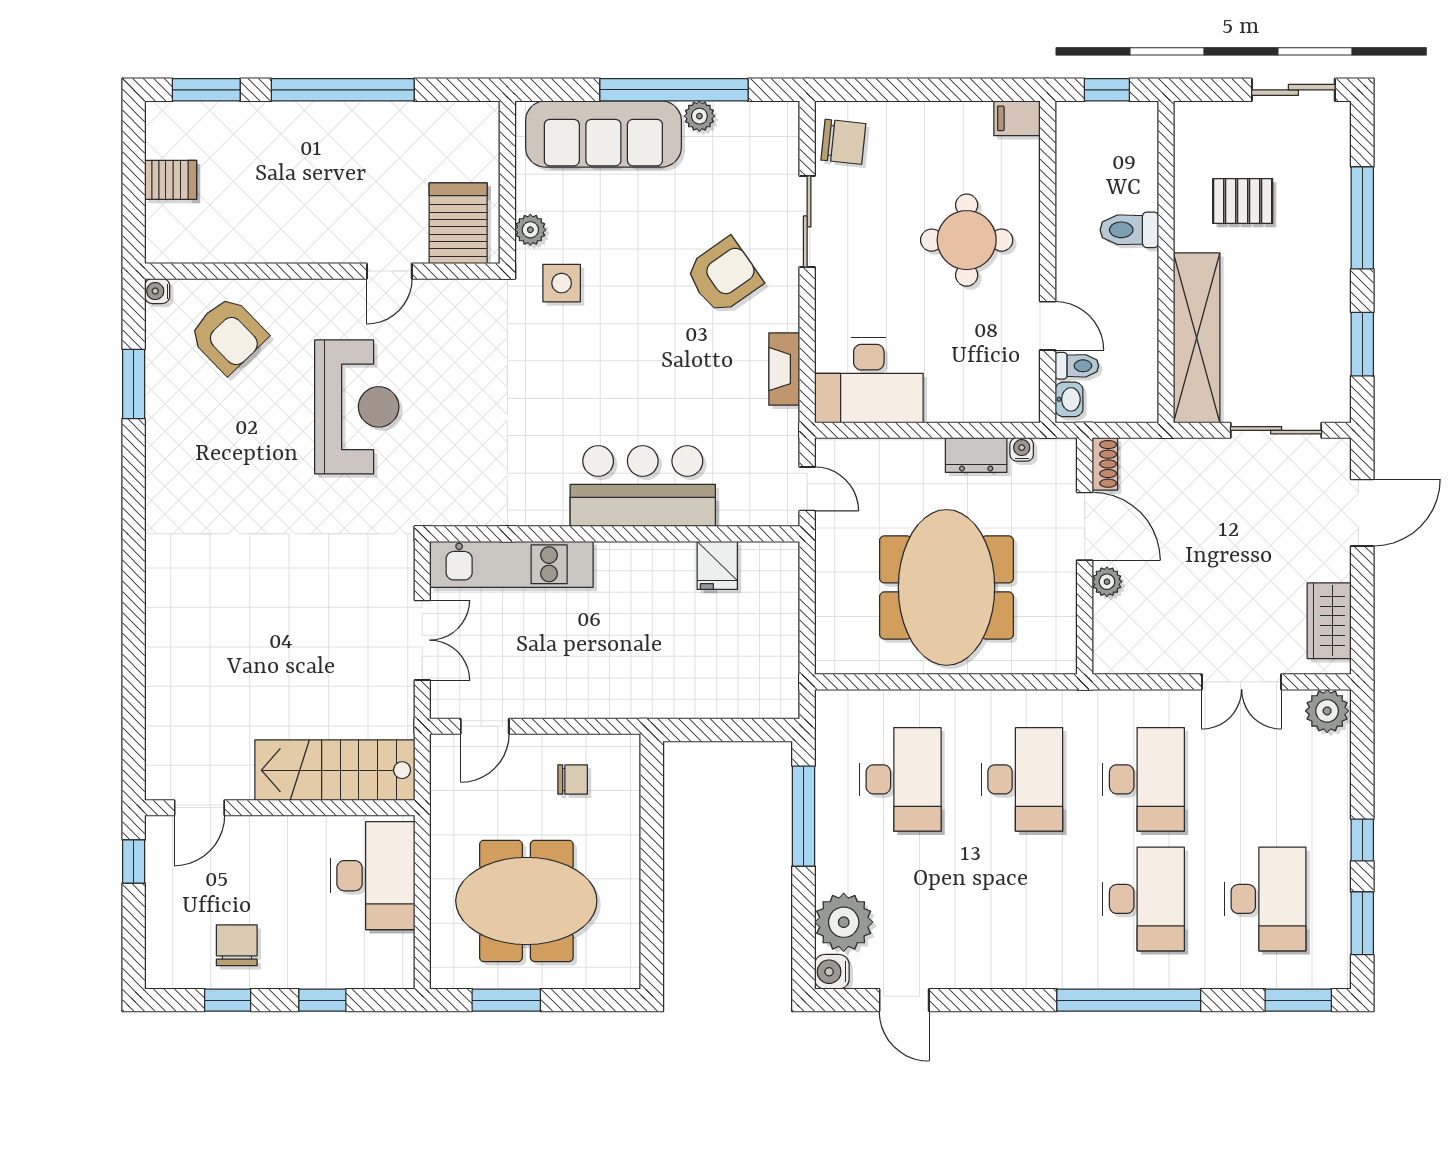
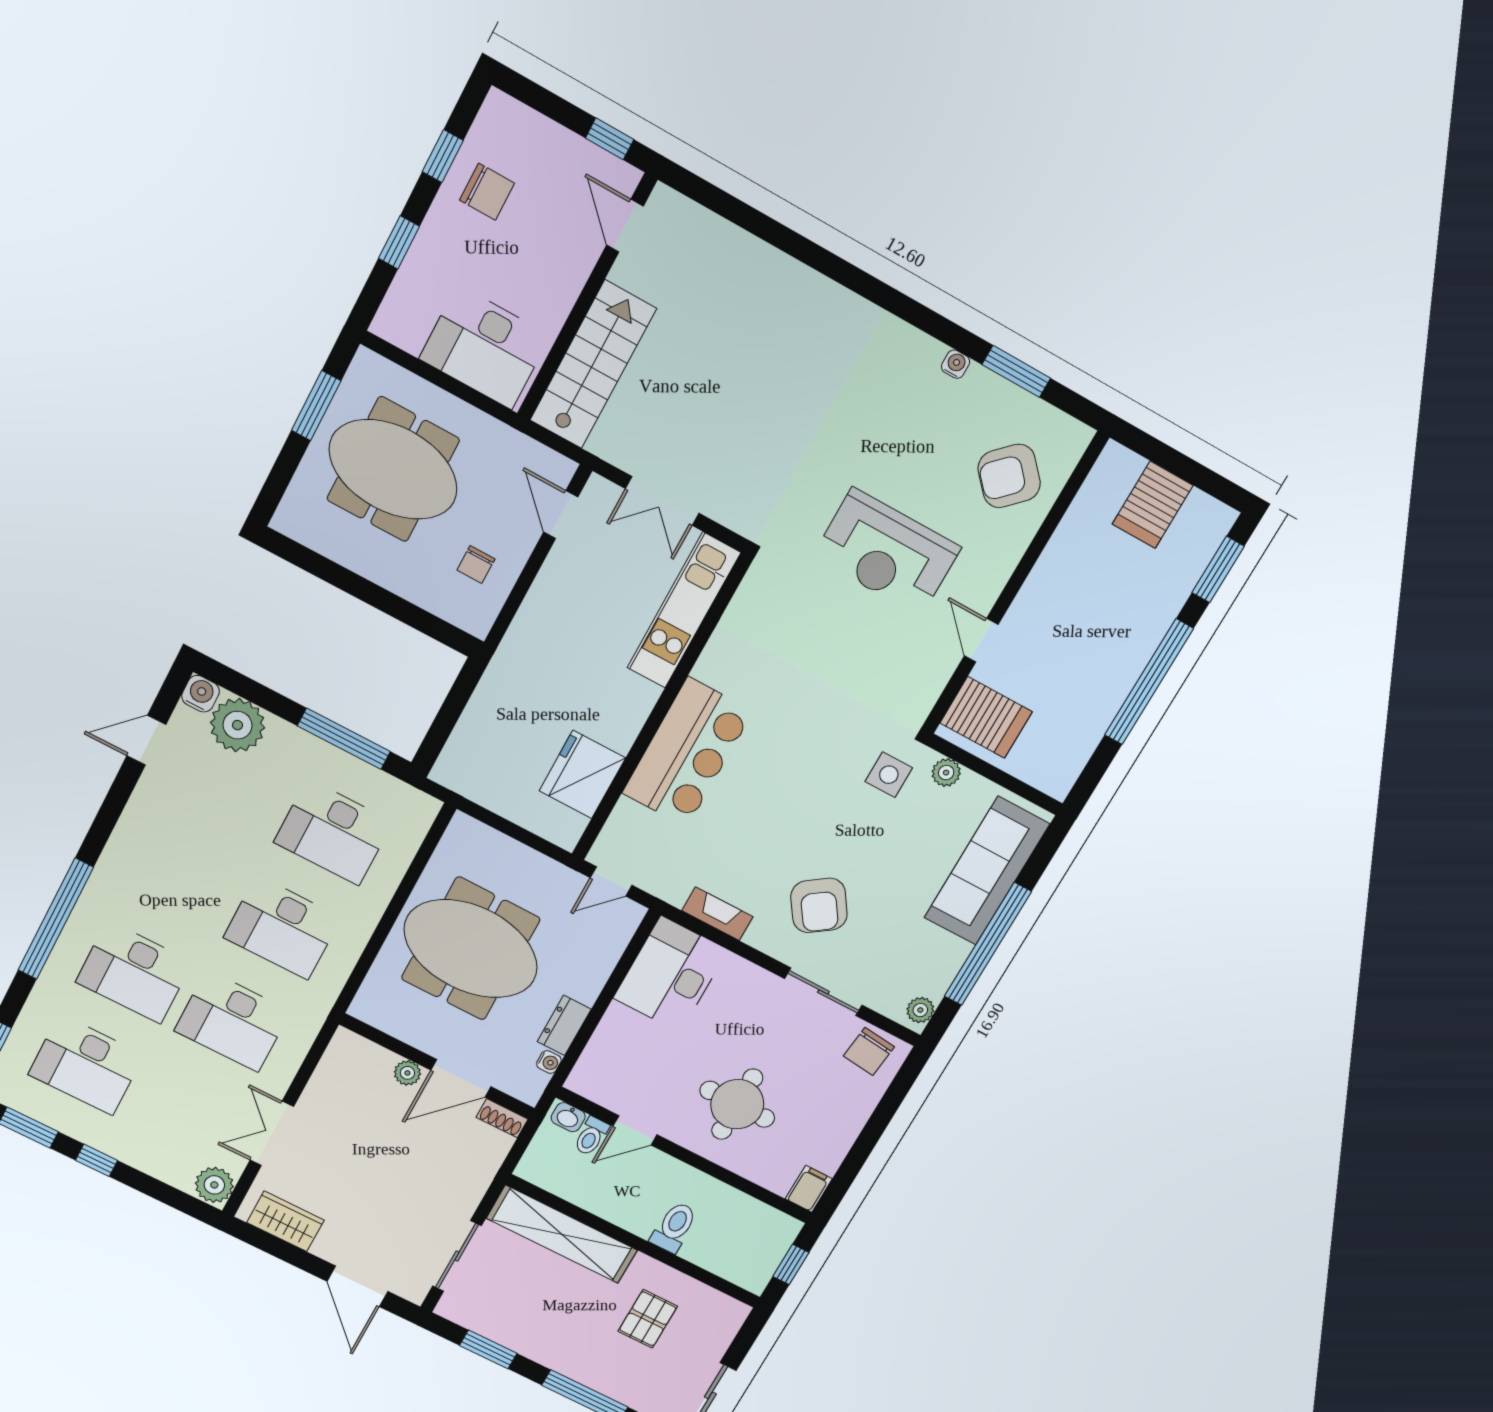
plant: (699, 116) -> (920, 1010), moved
server rack: (171, 180) -> (1153, 505), width x1.36, depth x1.44
water cooler: (157, 291) -> (956, 364), moved
fridge: (717, 565) -> (582, 774), width x1.88, depth x1.34
meeting table: (526, 901) -> (393, 469), turned 90

